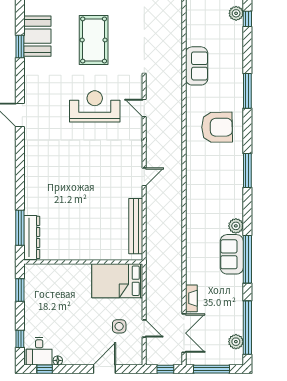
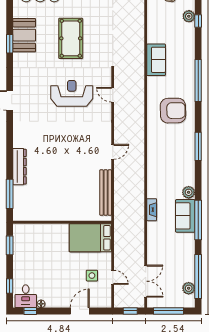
window: (247, 91) -> (198, 81), width x1.46
dresser: (32, 237) -> (19, 167), moved
fireplace: (191, 298) -> (152, 210), moved

